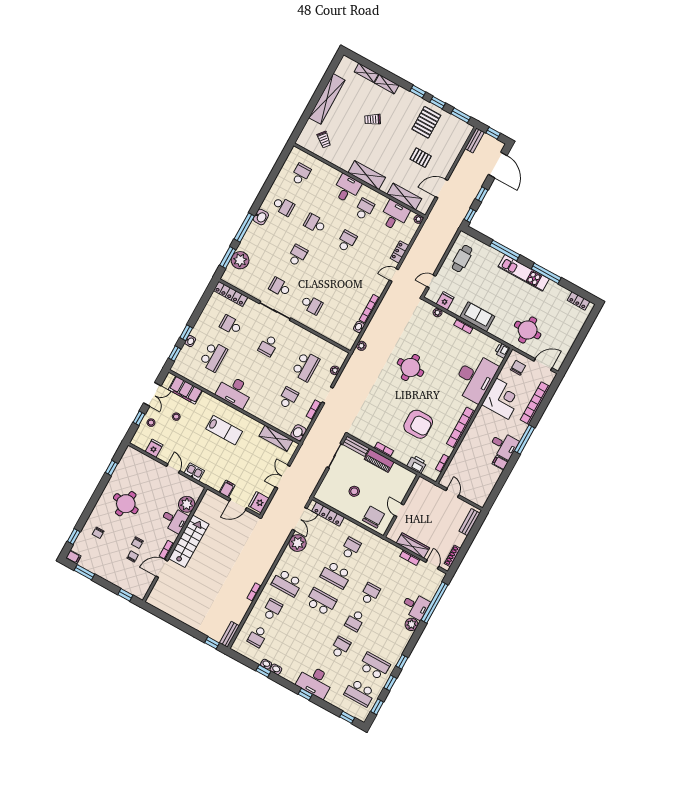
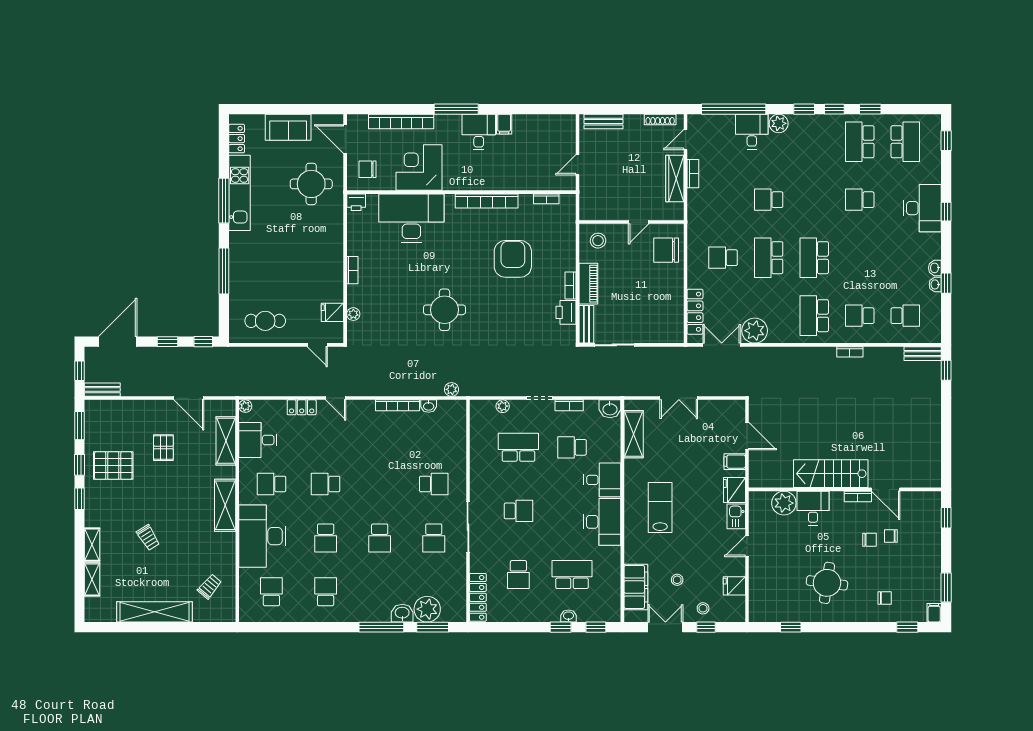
school desk: (301, 174) -> (271, 592), turned 90
desk: (347, 189) -> (262, 536), width x1.87, depth x1.30
washbasin: (261, 217) -> (402, 613), moved
school desk: (297, 255) -> (380, 538), turned -90
kitchen unit: (524, 273) -> (240, 193), moved
school desk: (311, 305) -> (434, 484), turned 90
sofa: (477, 317) -> (288, 127), moved, turned -90
desk: (259, 405) -> (602, 480), added
printer: (417, 464) -> (566, 312), moved
stool: (354, 491) -> (598, 241), moved
fridge: (259, 502) -> (734, 490), moved, turned 90
school desk: (336, 575) -> (769, 258), turned 180
school desk: (287, 583) -> (814, 316), turned 180
school desk: (355, 621) -> (814, 200), removed
window: (377, 707) -> (804, 109), moved

